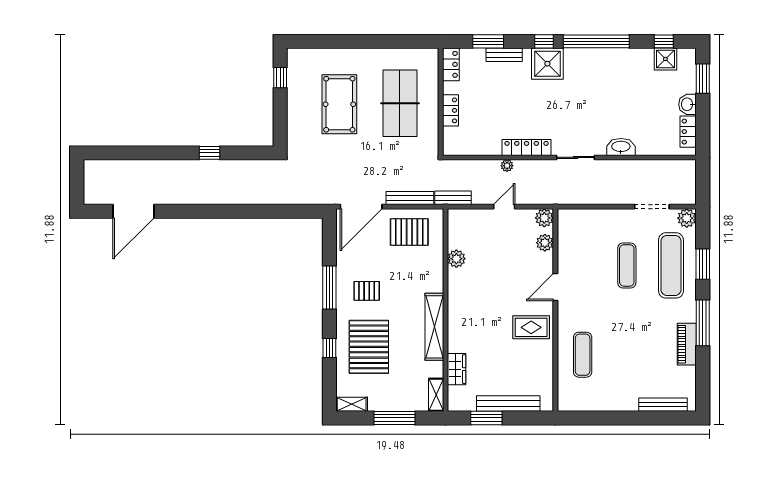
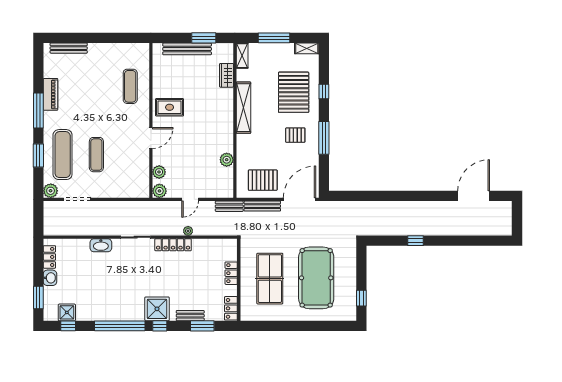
pool table: (339, 104) -> (316, 278), width x1.36, depth x1.32

